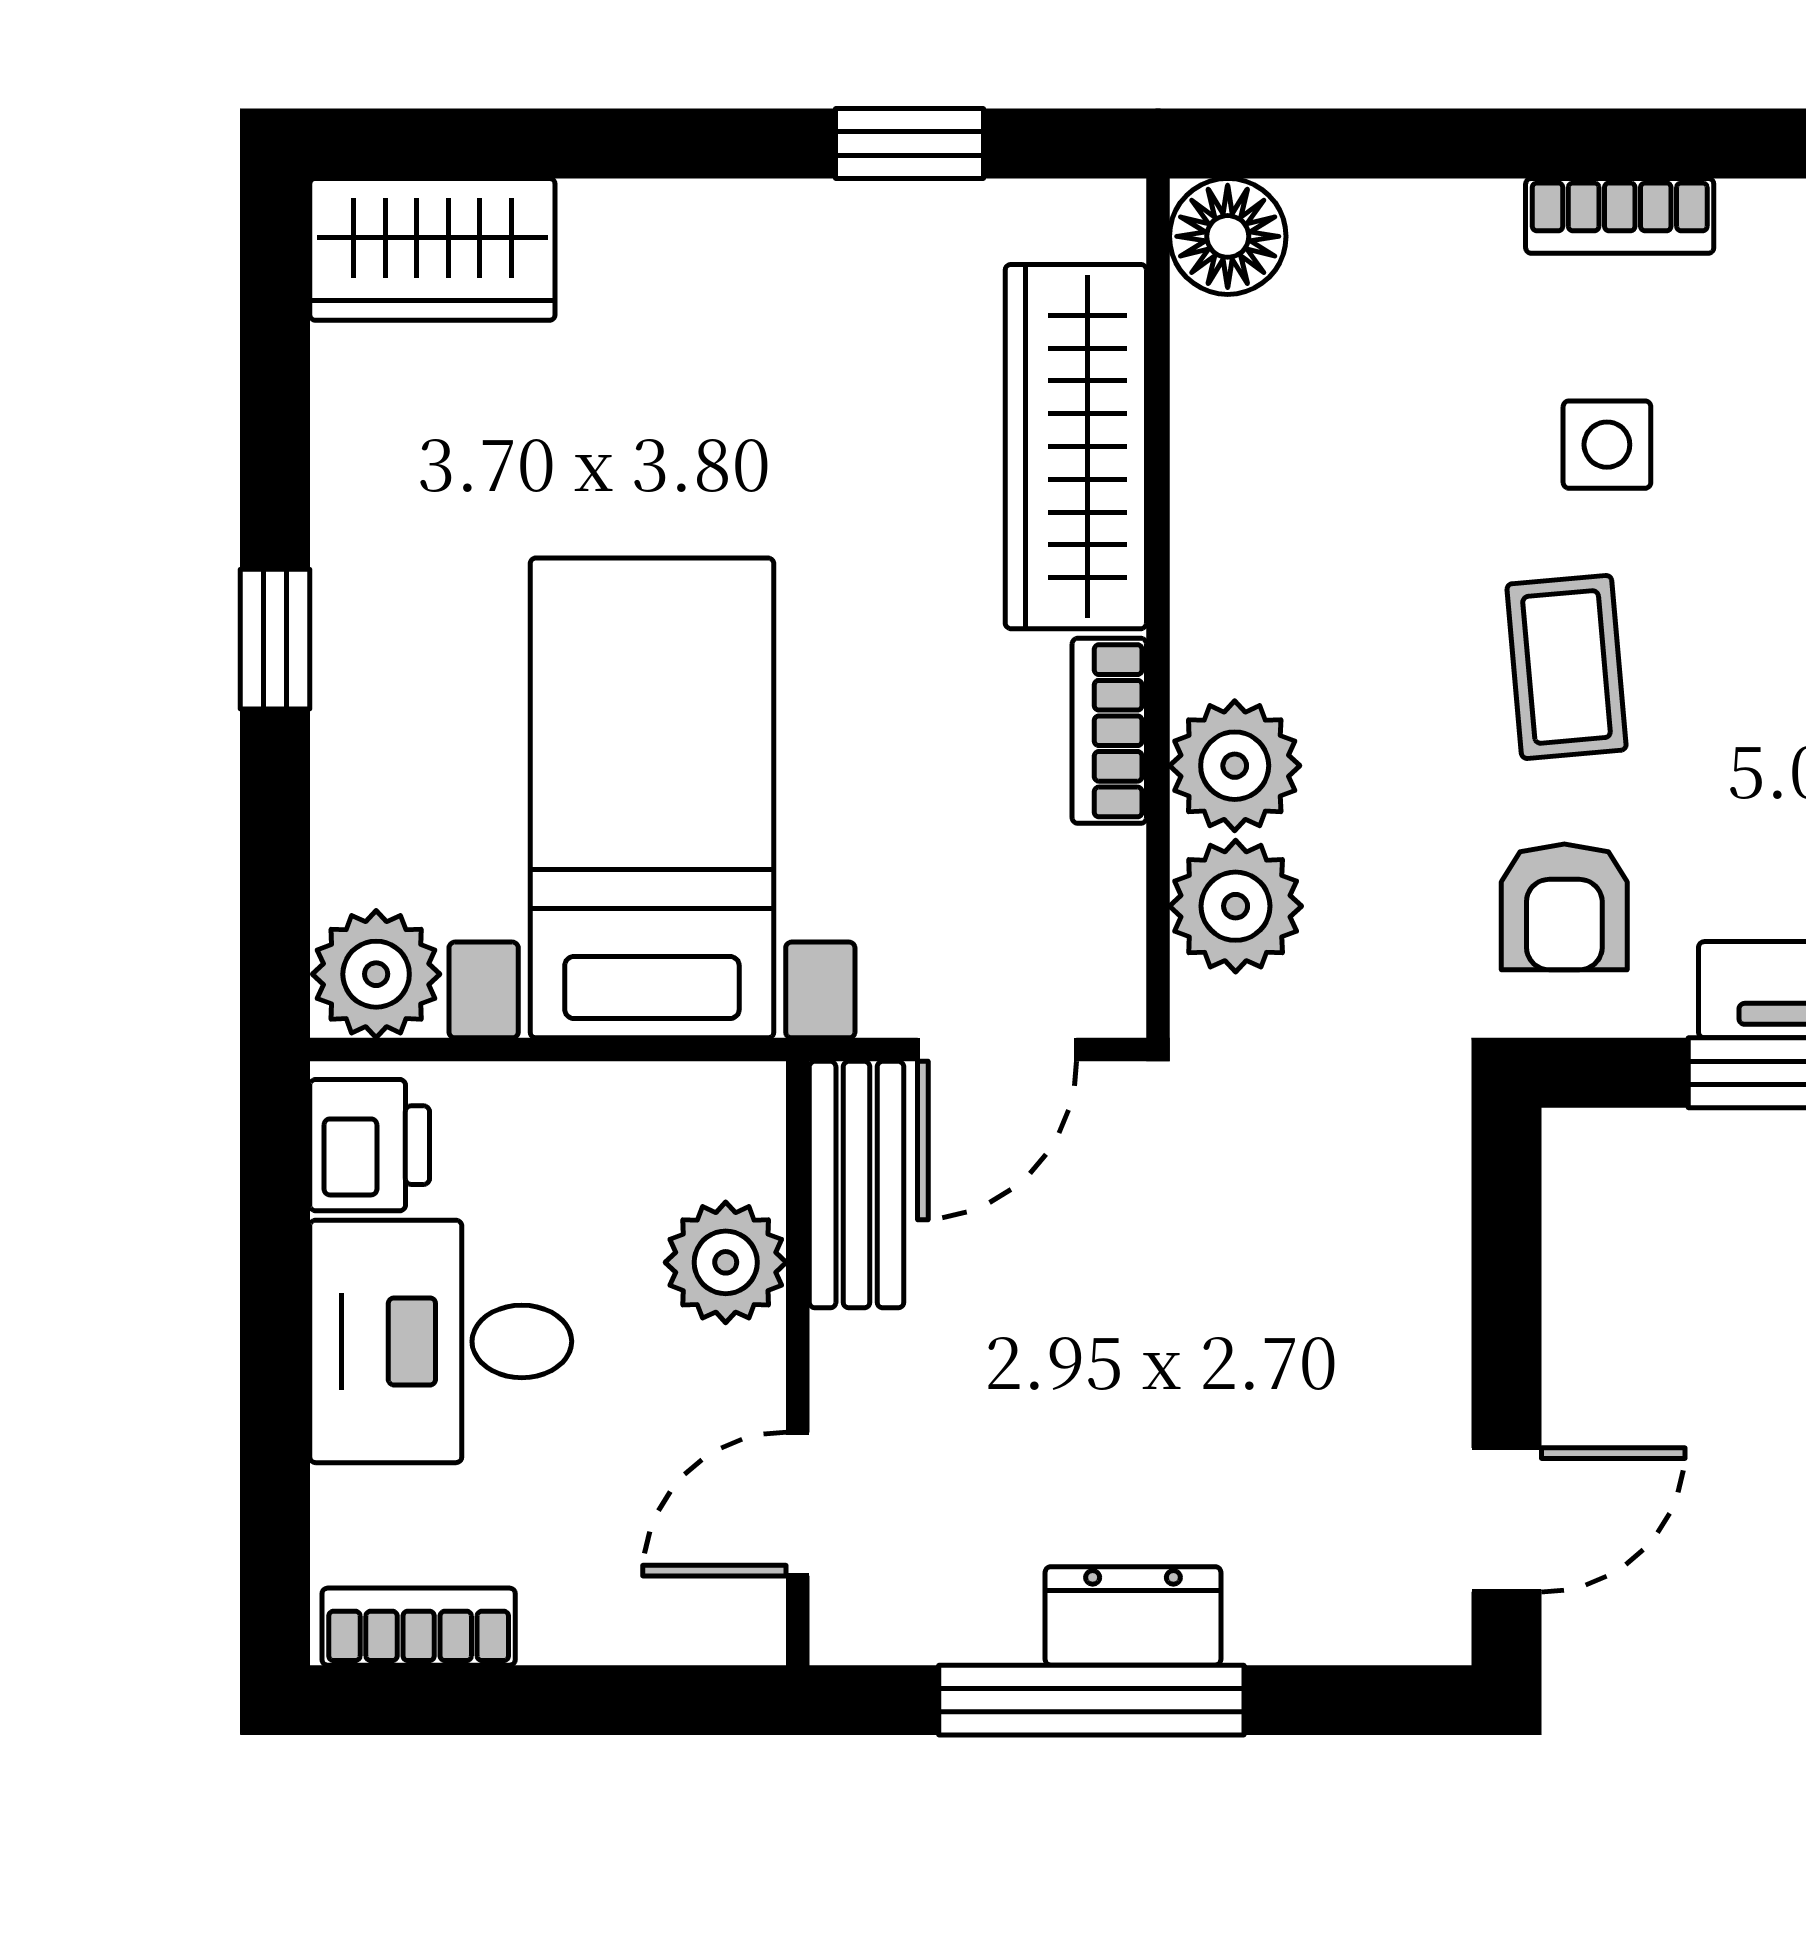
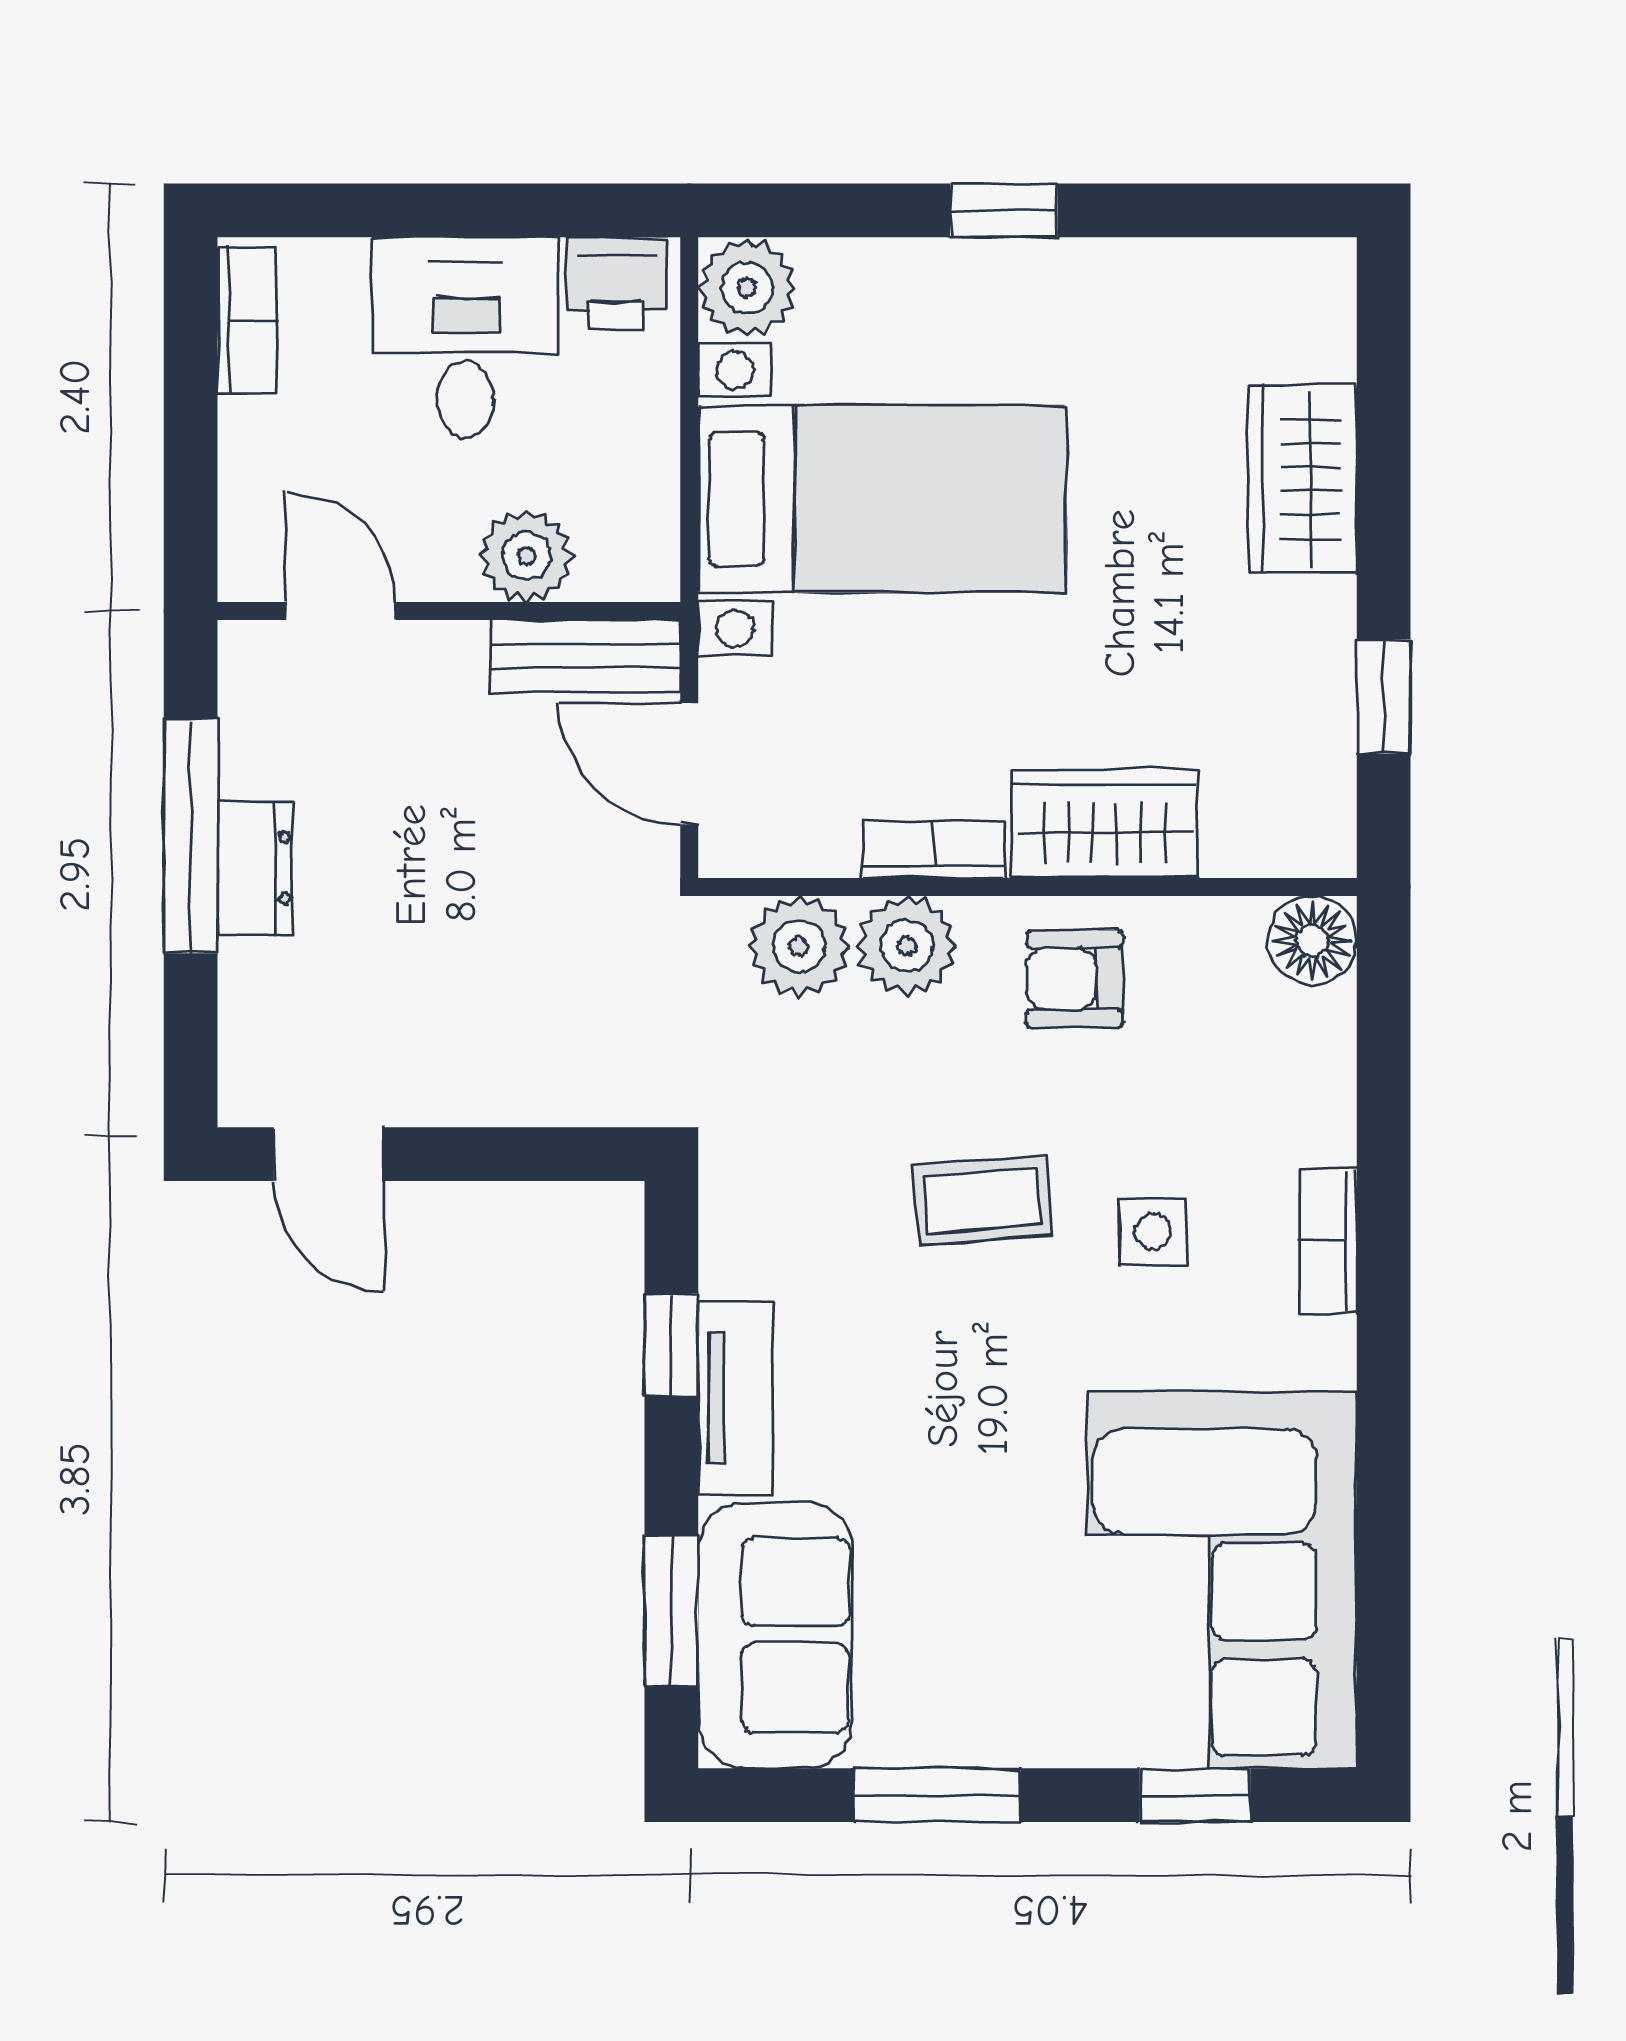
wardrobe: (432, 249) -> (1302, 479), moved
wardrobe: (1076, 447) -> (1105, 824), width x0.67
armchair: (1564, 907) -> (1075, 979), moved

